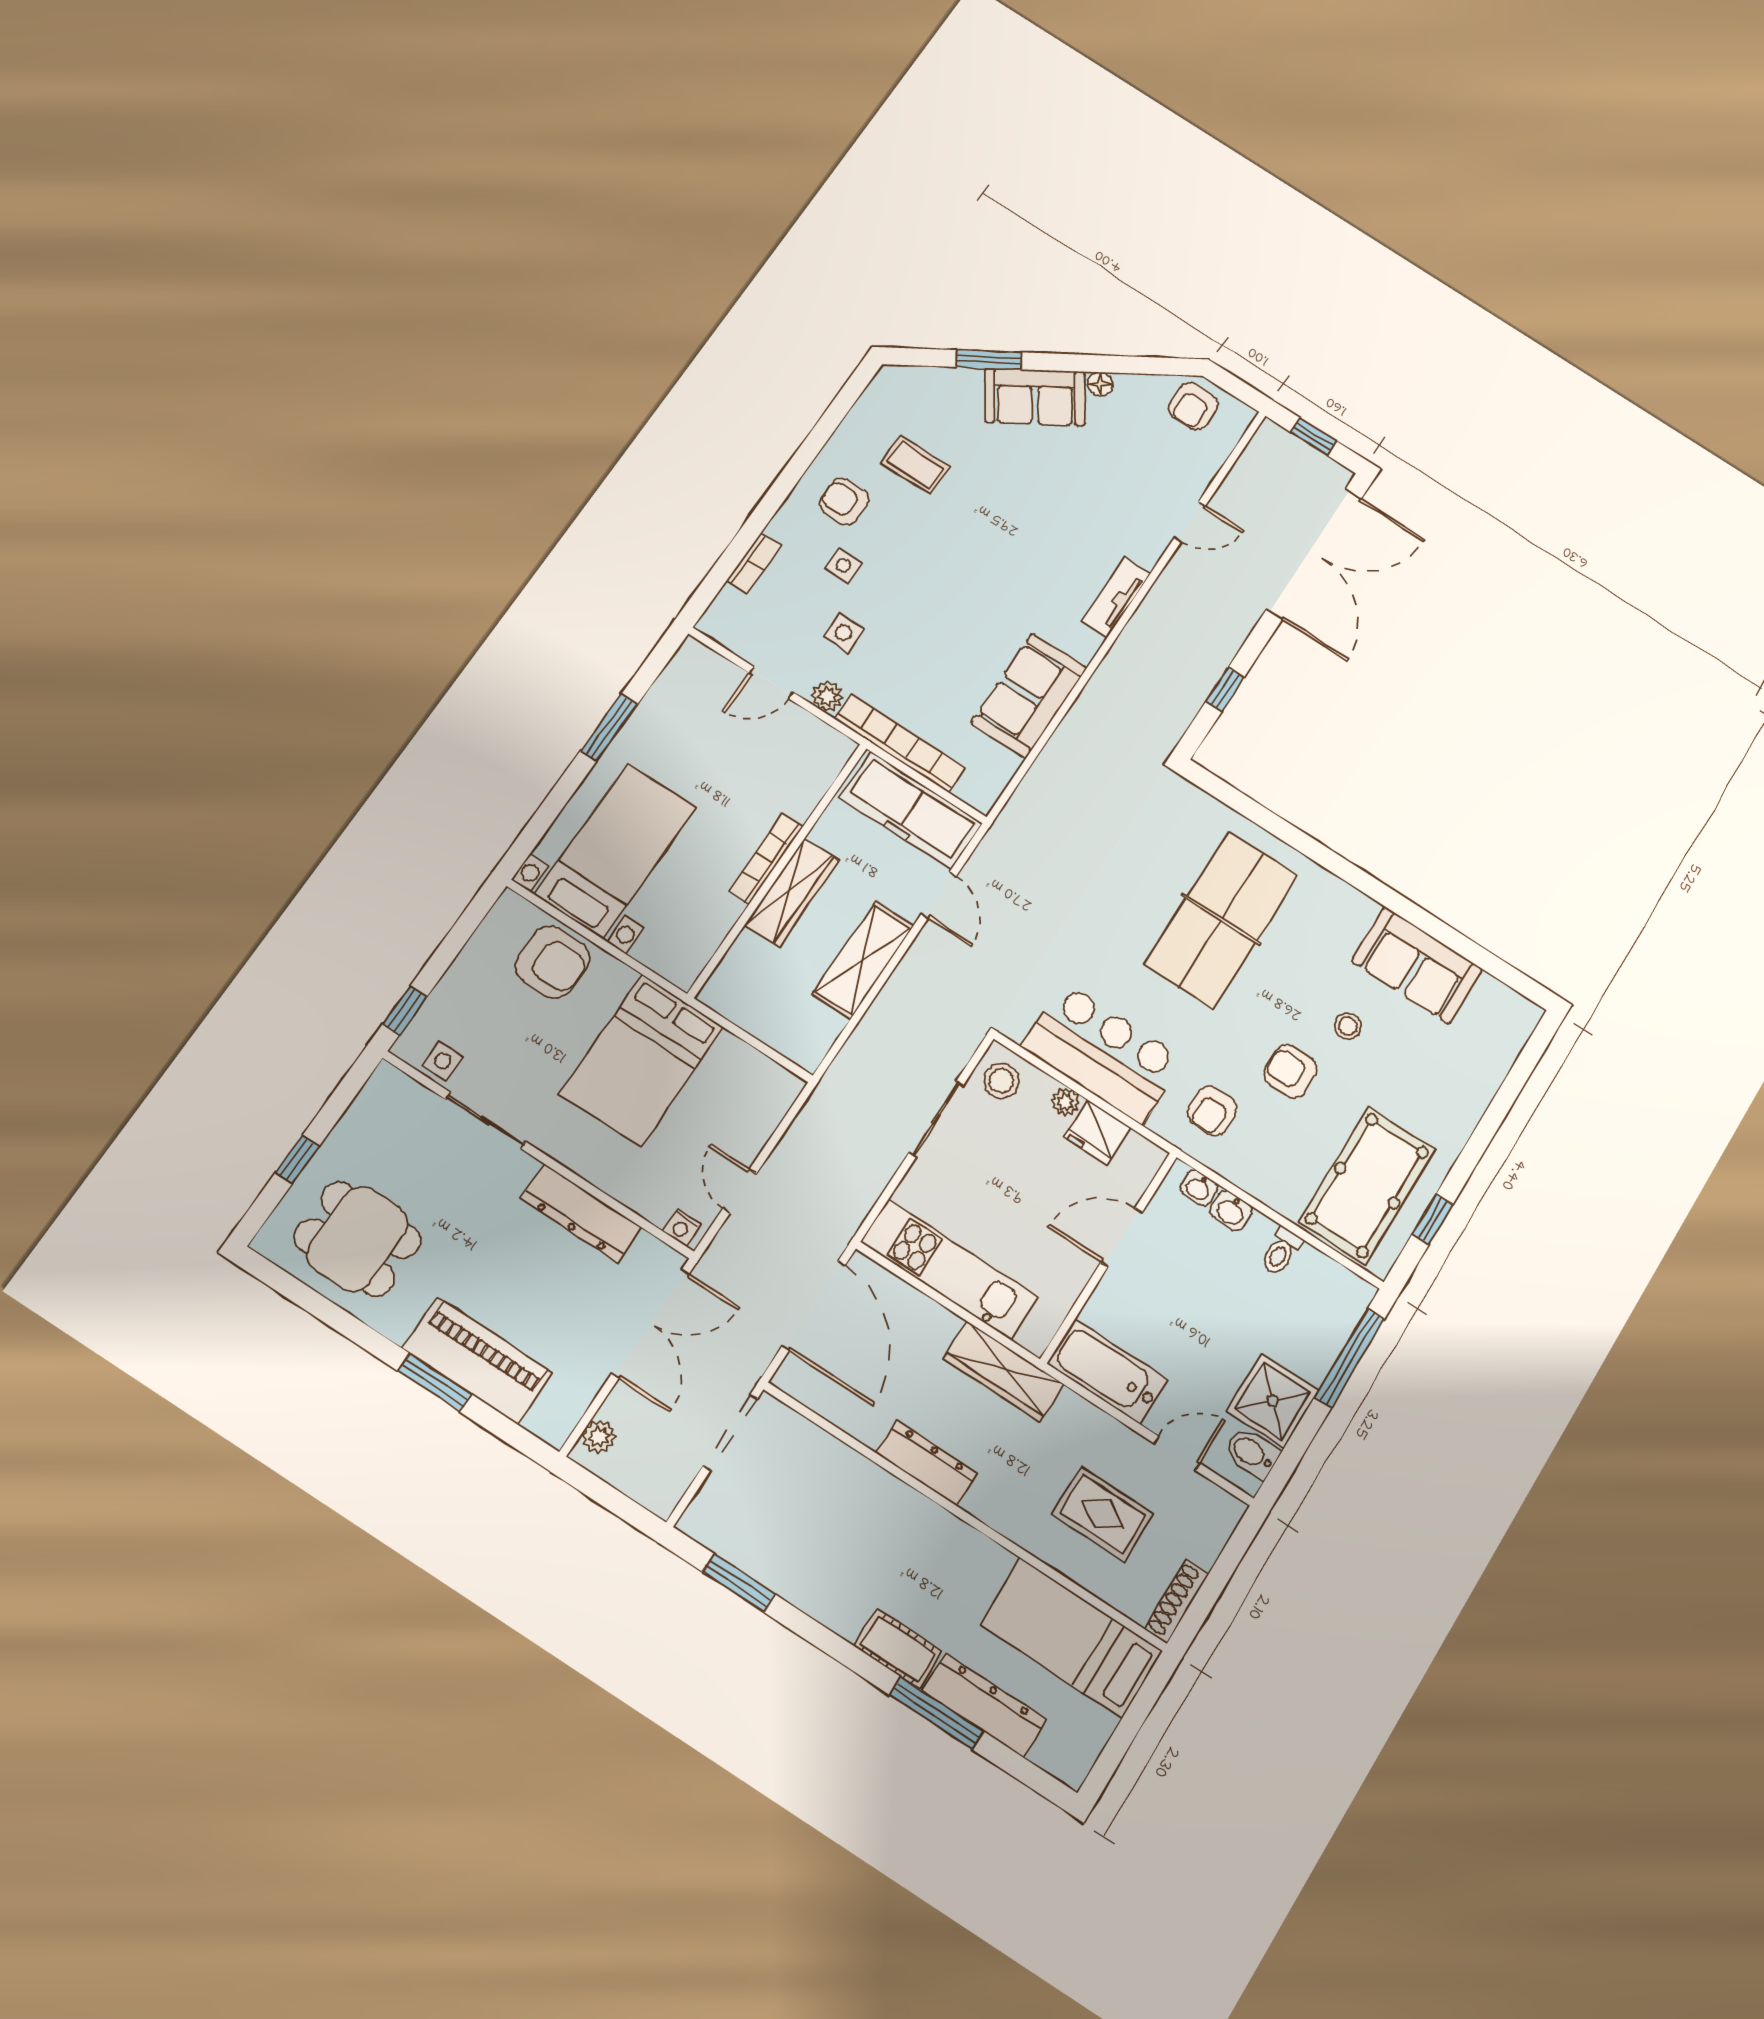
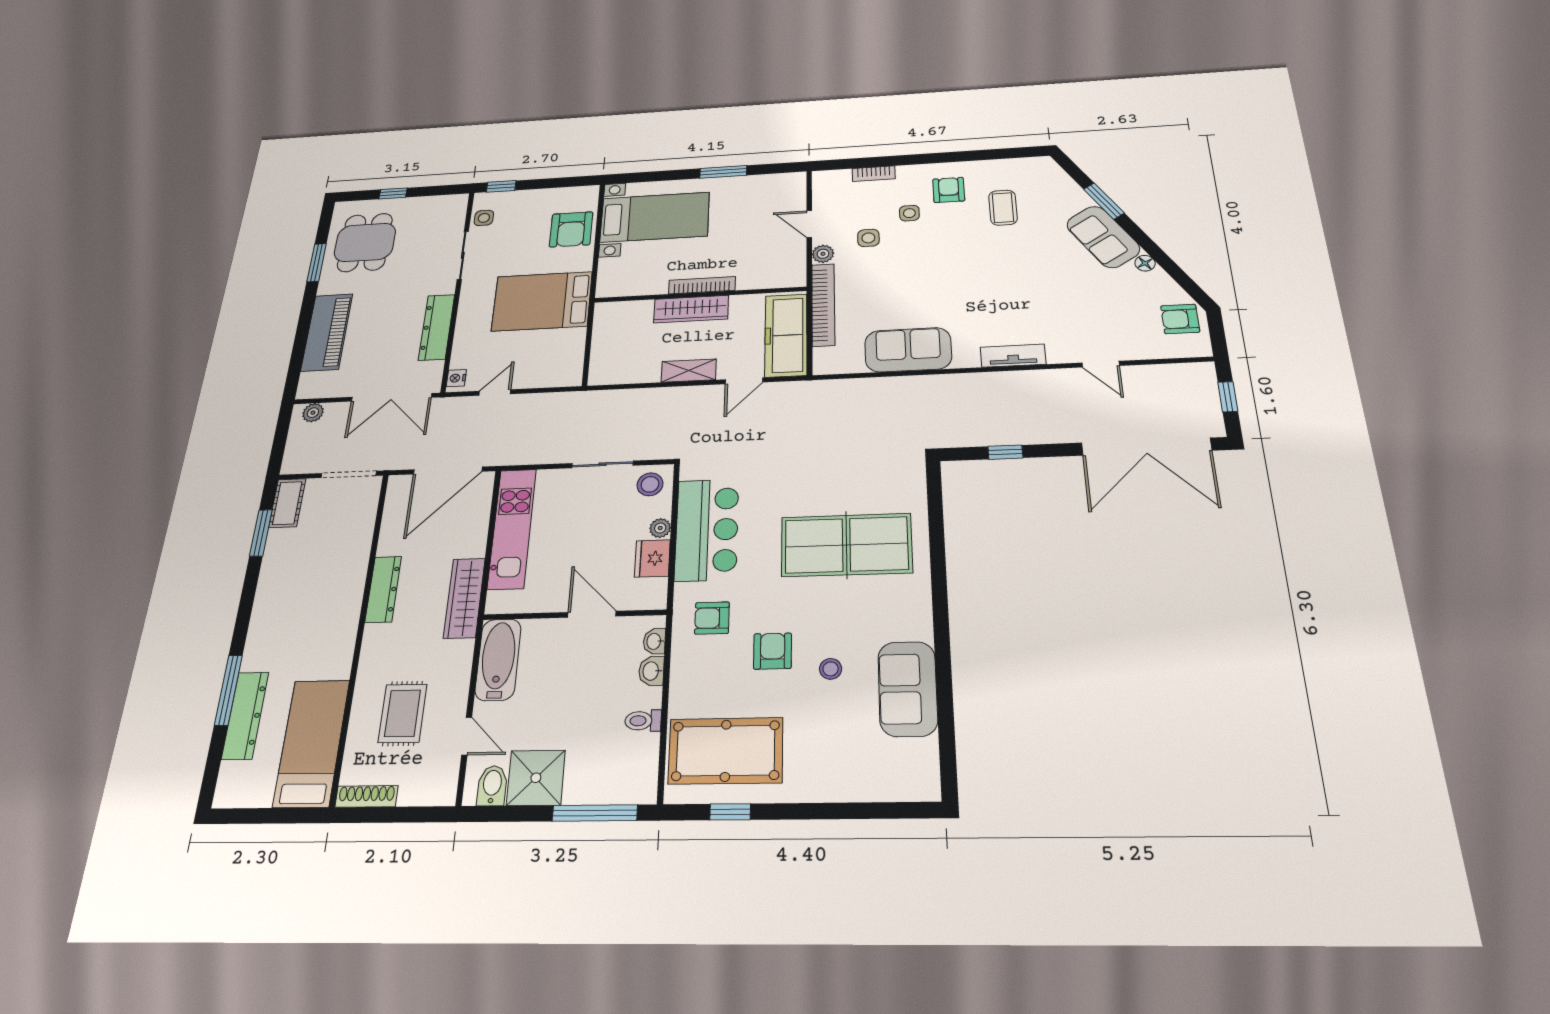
shelving: (863, 960) -> (689, 371), width x0.67, depth x0.75
window: (435, 1383) -> (317, 263), moved
cot: (898, 1649) -> (287, 503), moved

